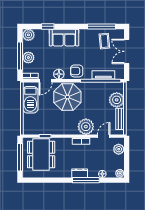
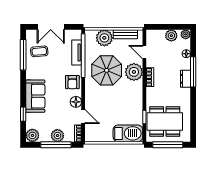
parasol: (67, 97) -> (107, 70), moved
barbecue: (30, 100) -> (128, 133), moved
plant: (119, 149) -> (171, 36), moved

